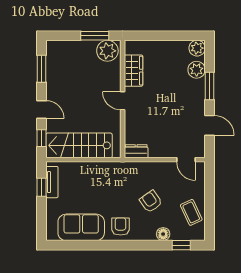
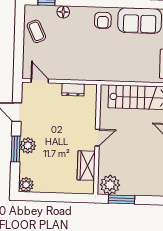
plant: (197, 70) -> (28, 146), moved
door: (123, 101) -> (97, 138), hinge flipped
dresser: (136, 151) -> (73, 90), moved
armchair: (151, 201) -> (74, 43), removed

